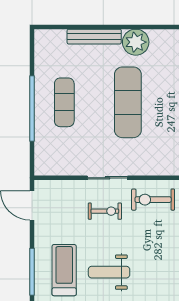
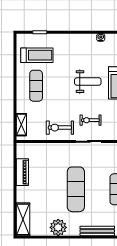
plant: (136, 42) -> (58, 227), moved
exercise bike: (153, 200) -> (60, 128), turned 180

